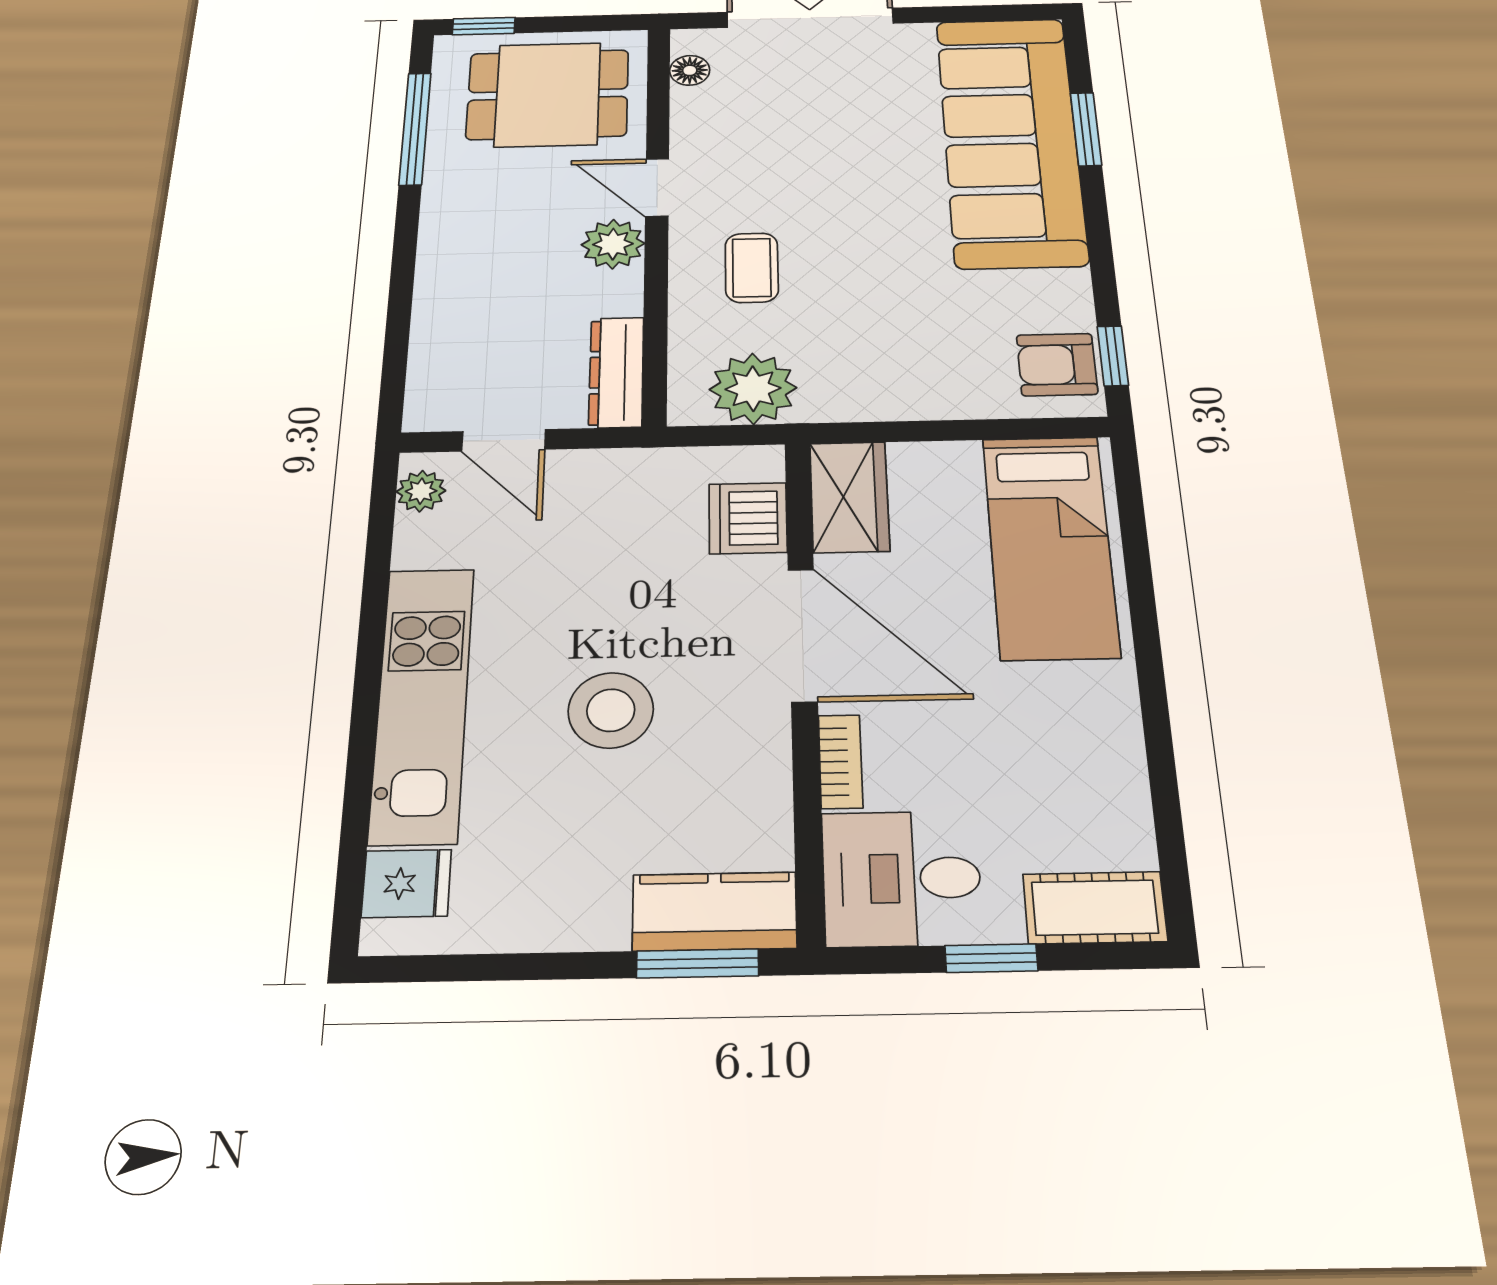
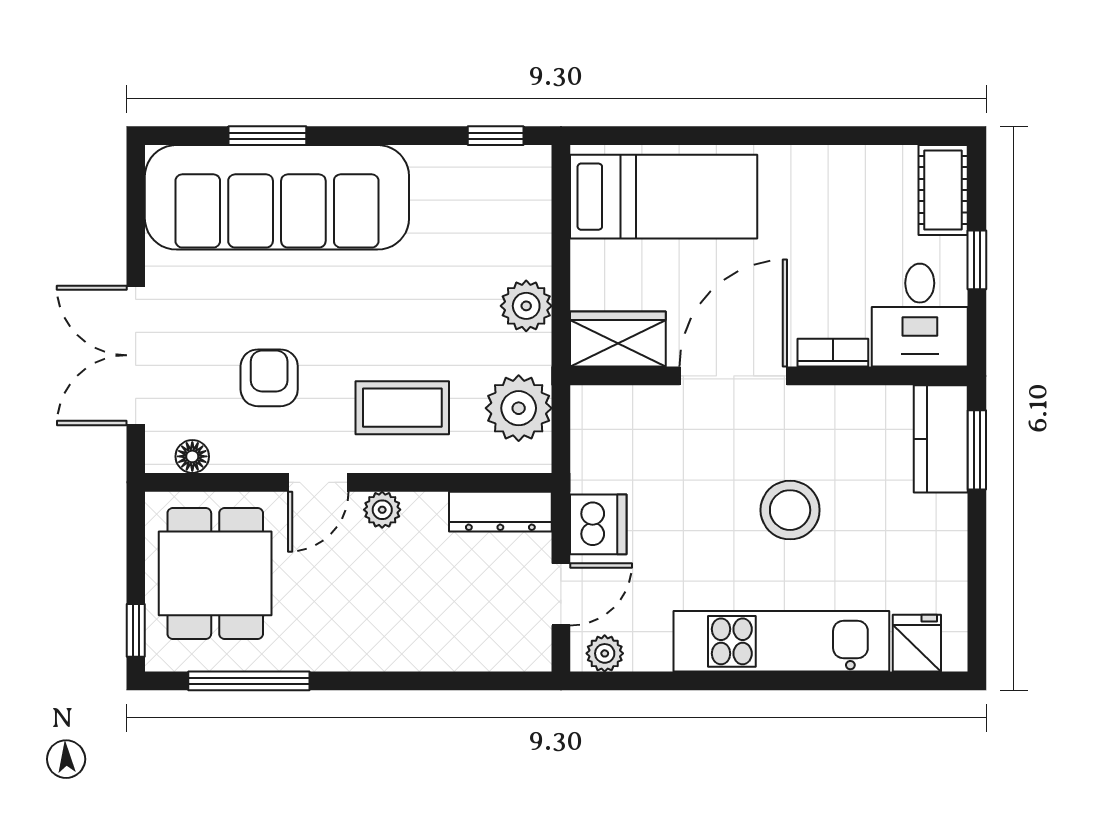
plant: (613, 244) -> (382, 510), width x0.73, depth x0.73
coffee table: (752, 268) -> (402, 408), width x1.36, depth x1.30
armchair: (1057, 365) -> (269, 378), moved, turned 180
plant: (889, 394) -> (526, 306), added
dishwasher: (748, 518) -> (598, 524), moved, turned -90

